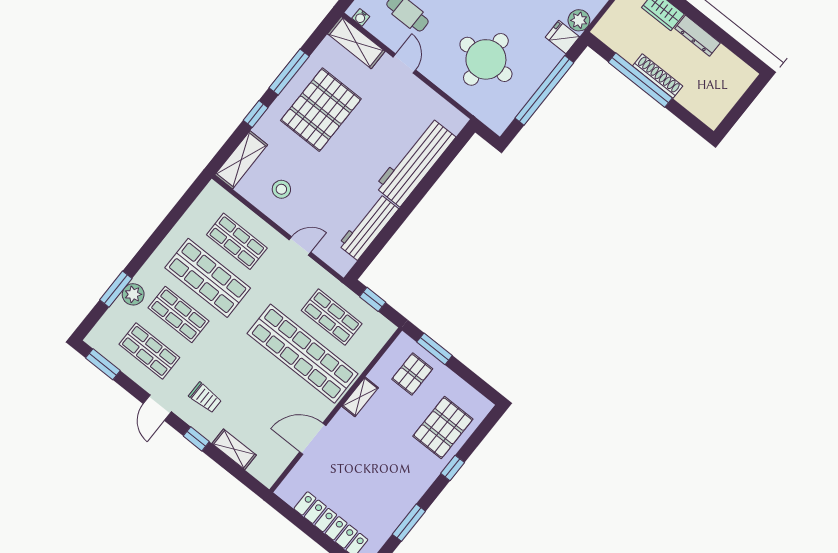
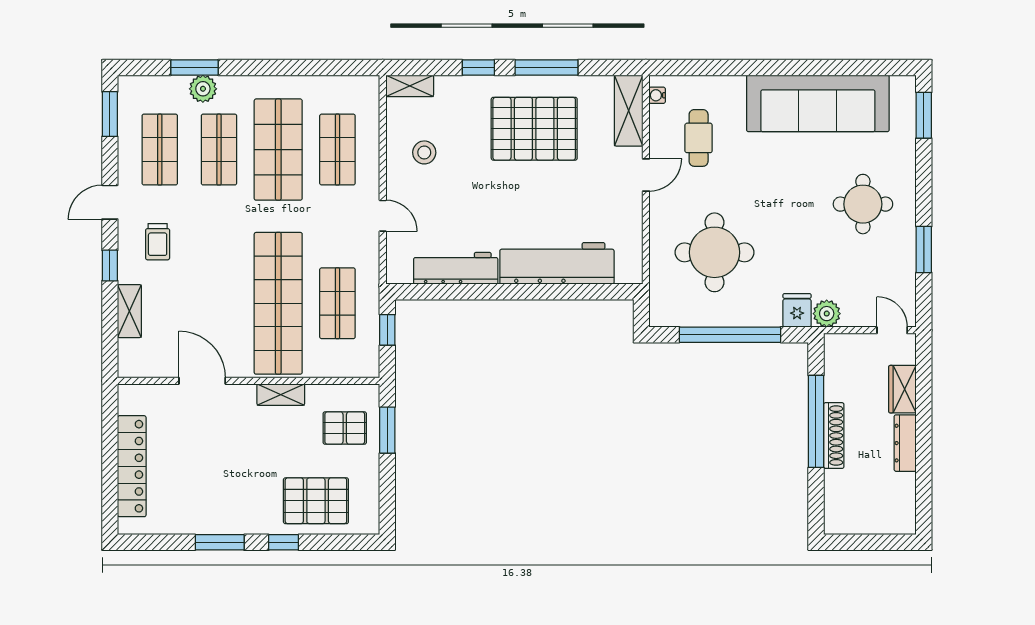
shelving: (241, 160) -> (410, 86), width x0.67, depth x0.75
window: (409, 523) -> (220, 542), moved

